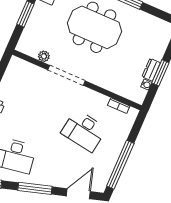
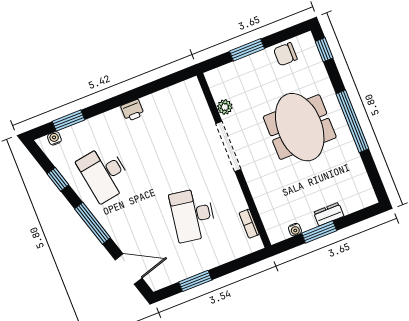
dresser: (151, 70) -> (329, 214), moved
window: (120, 165) -> (195, 281), width x0.47

